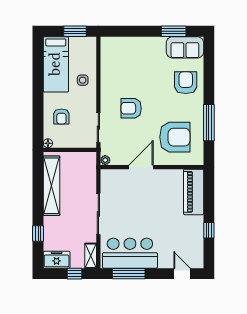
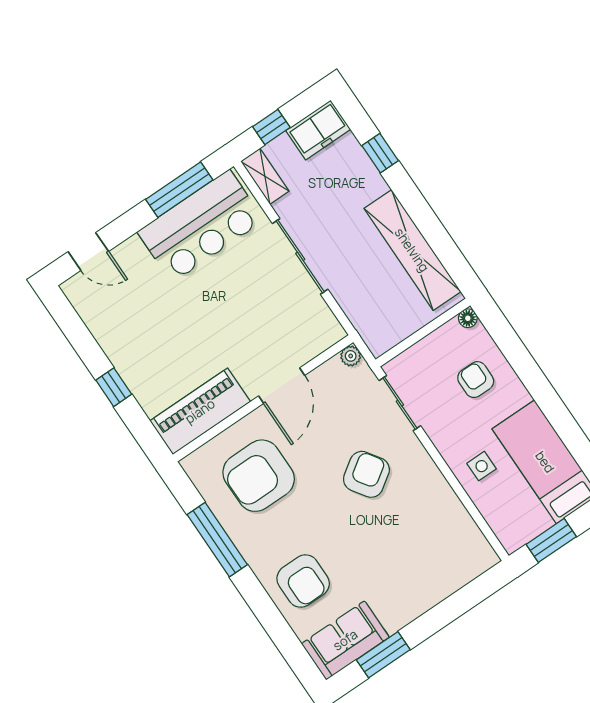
armchair: (131, 108) -> (366, 474), turned -34
piano: (194, 192) -> (200, 411), moved, turned -90
window: (209, 230) -> (114, 387), moved

